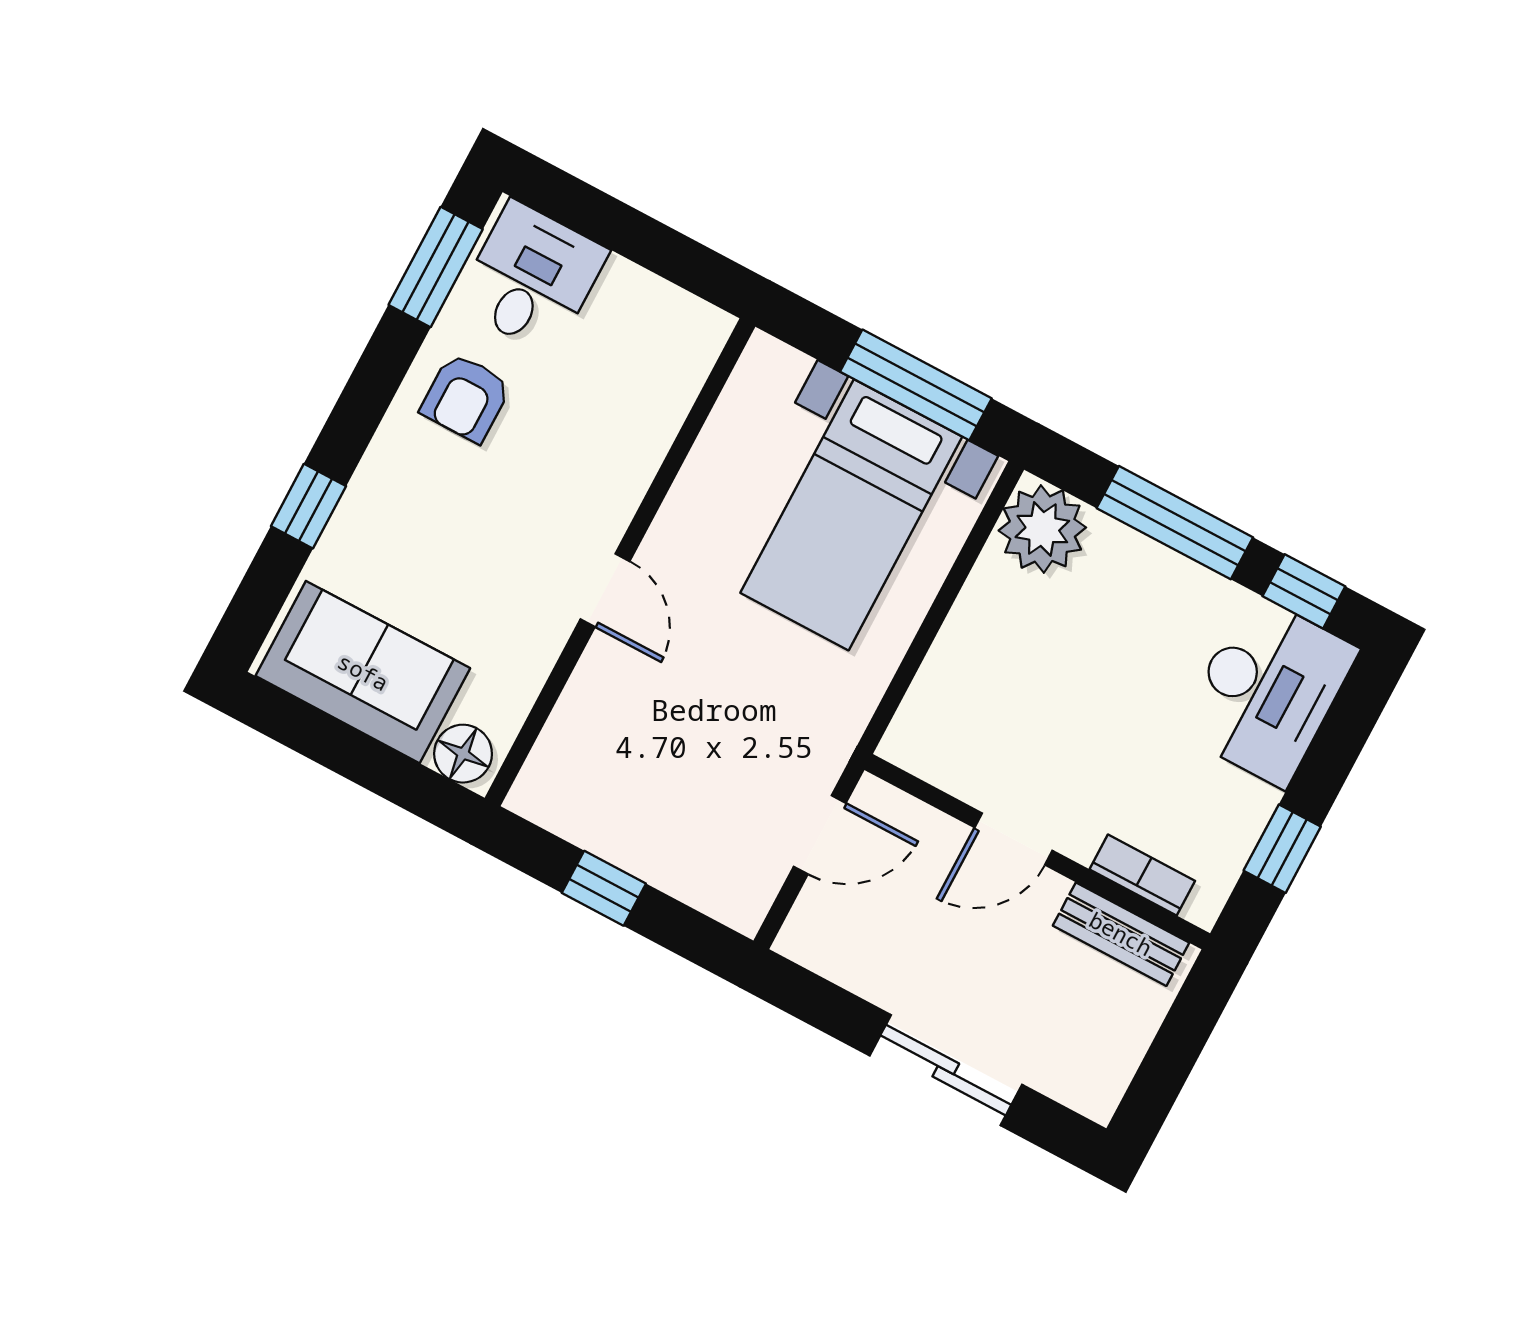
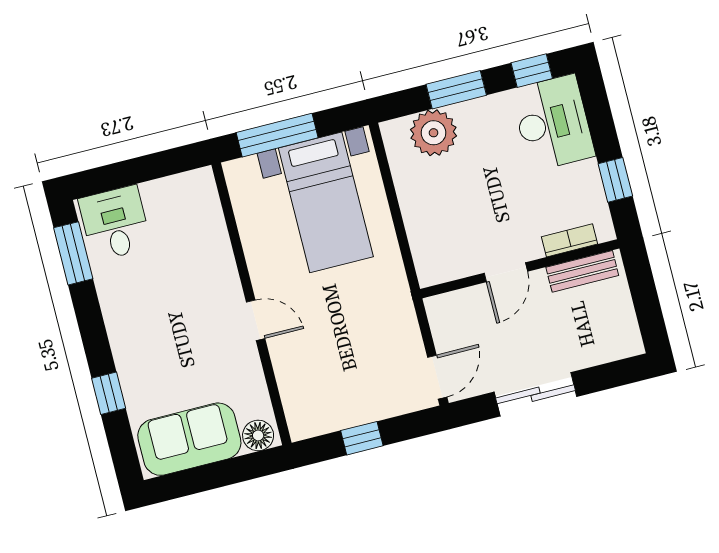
window: (916, 385) -> (277, 135), moved
armchair: (466, 398) -> (132, 294), removed
window: (1175, 523) -> (456, 90), width x0.69
plant: (1042, 529) -> (434, 133), moved
door: (820, 835) -> (437, 377), moved
sliding door: (946, 1070) -> (536, 394), moved

